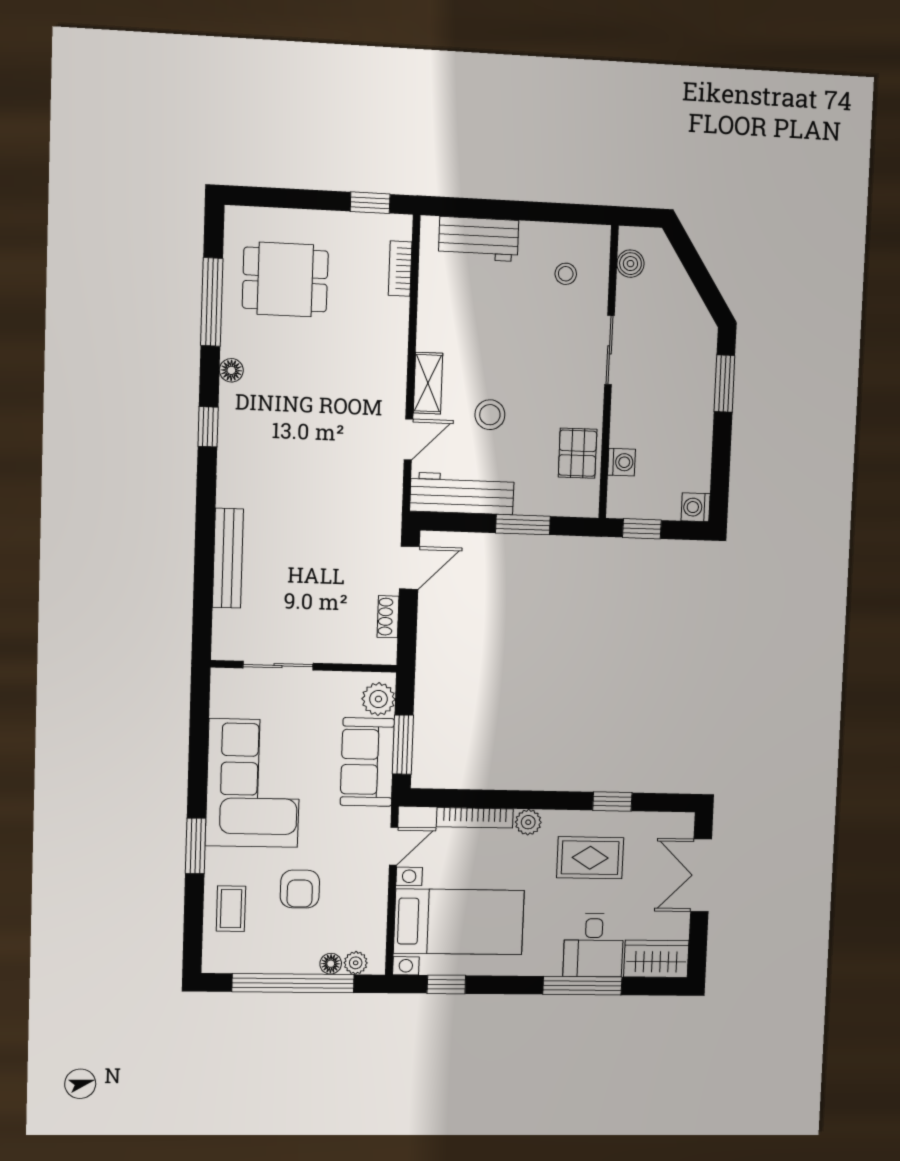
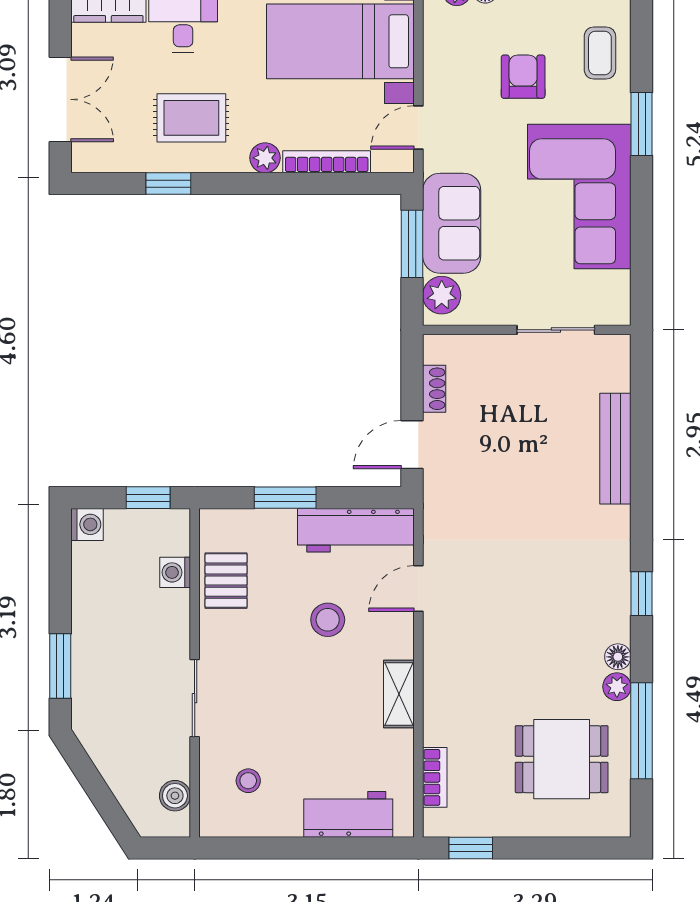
plant: (233, 343) -> (617, 687), added
shelving: (428, 383) -> (399, 694), moved

